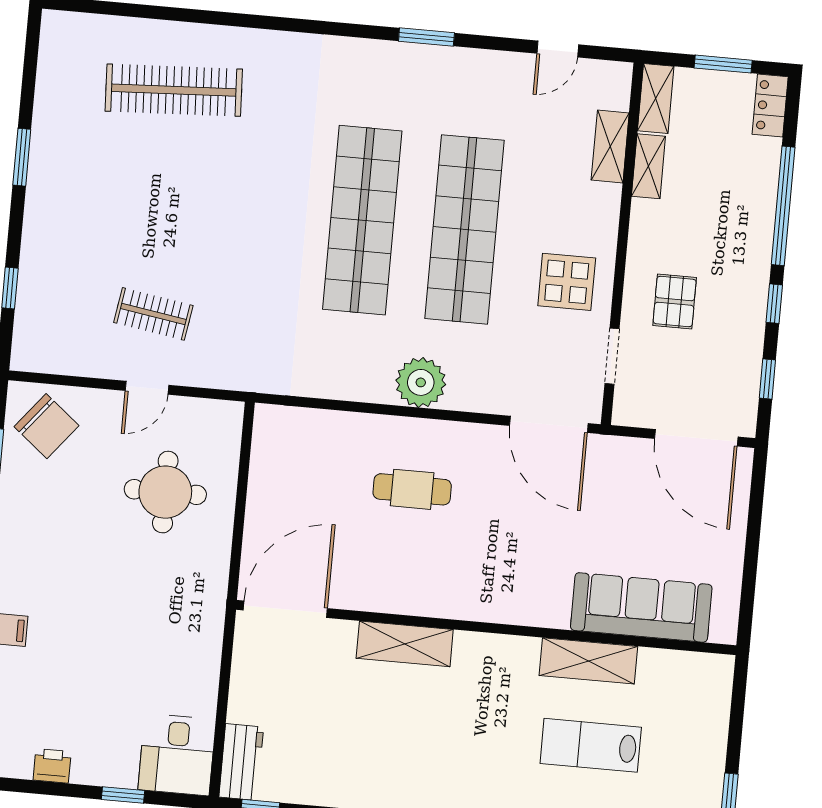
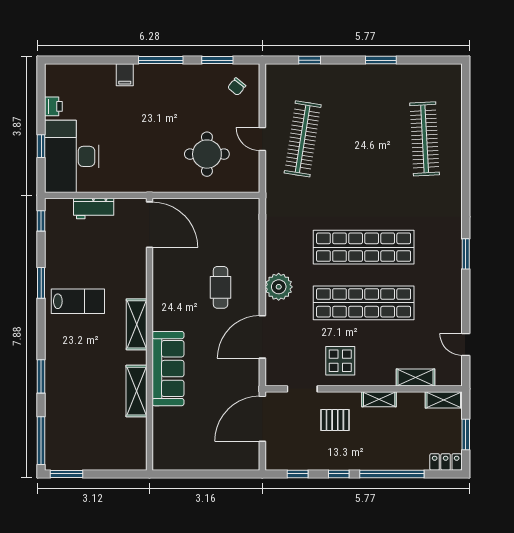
window: (426, 37) -> (466, 254), moved
shelving: (648, 166) -> (379, 399), moved
clothes rail: (153, 314) -> (303, 139), width x1.86, depth x1.31
door: (549, 424) -> (262, 337), moved
chair: (47, 426) -> (237, 87), width x0.54, depth x0.54
door: (696, 438) -> (262, 419), moved
sofa: (641, 607) -> (168, 369), moved
shelving: (405, 644) -> (137, 324), moved
lab bench: (591, 745) -> (78, 301), moved, turned 90
desk: (177, 755) -> (72, 156), width x1.87, depth x1.30
workbench: (241, 762) -> (94, 208), moved

